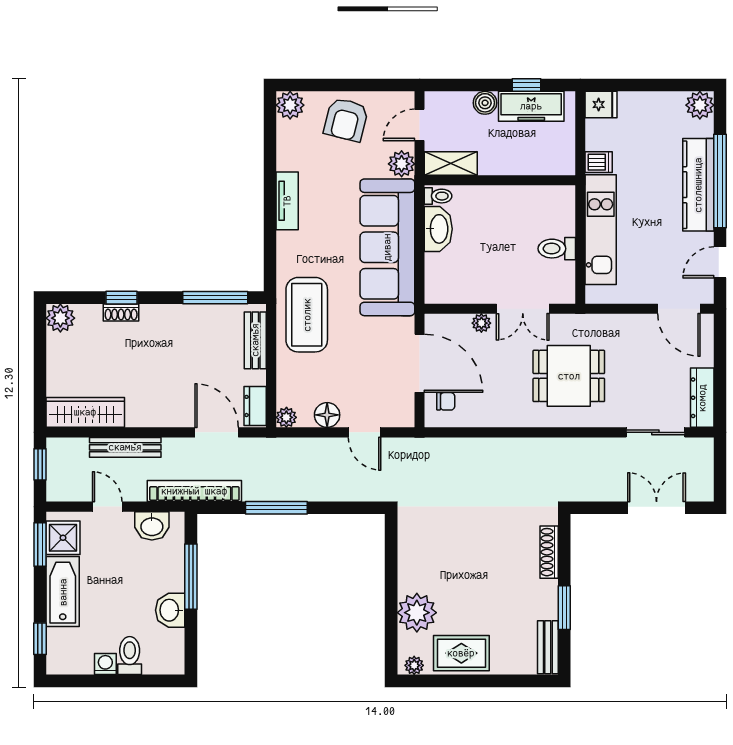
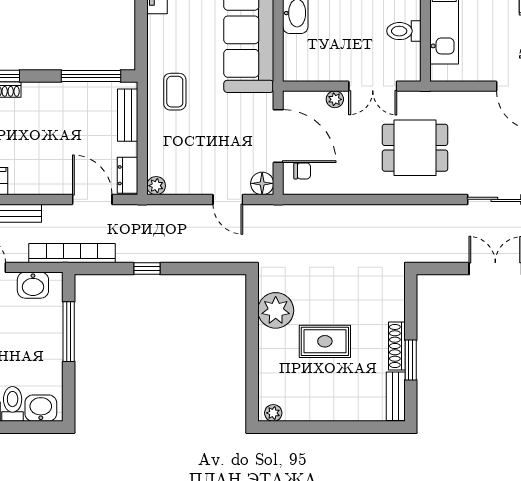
coffee table: (307, 315) -> (175, 92), width x0.54, depth x0.58
floor lamp: (327, 415) -> (262, 183), moved
window: (276, 508) -> (147, 269), width x0.46
shoe rack: (549, 552) -> (397, 346), moved
washbasin: (170, 610) -> (41, 408), moved, turned 90
plant: (417, 613) -> (276, 310), moved
rug: (461, 653) -> (325, 341), moved

